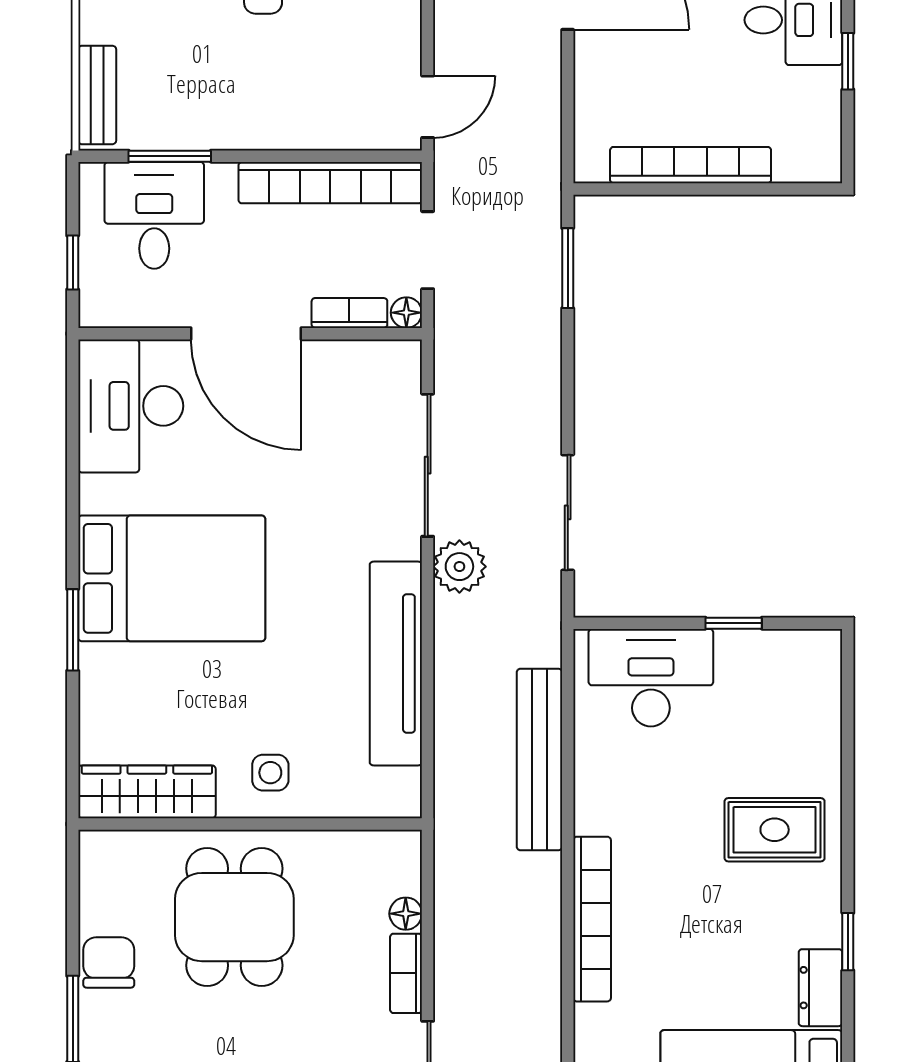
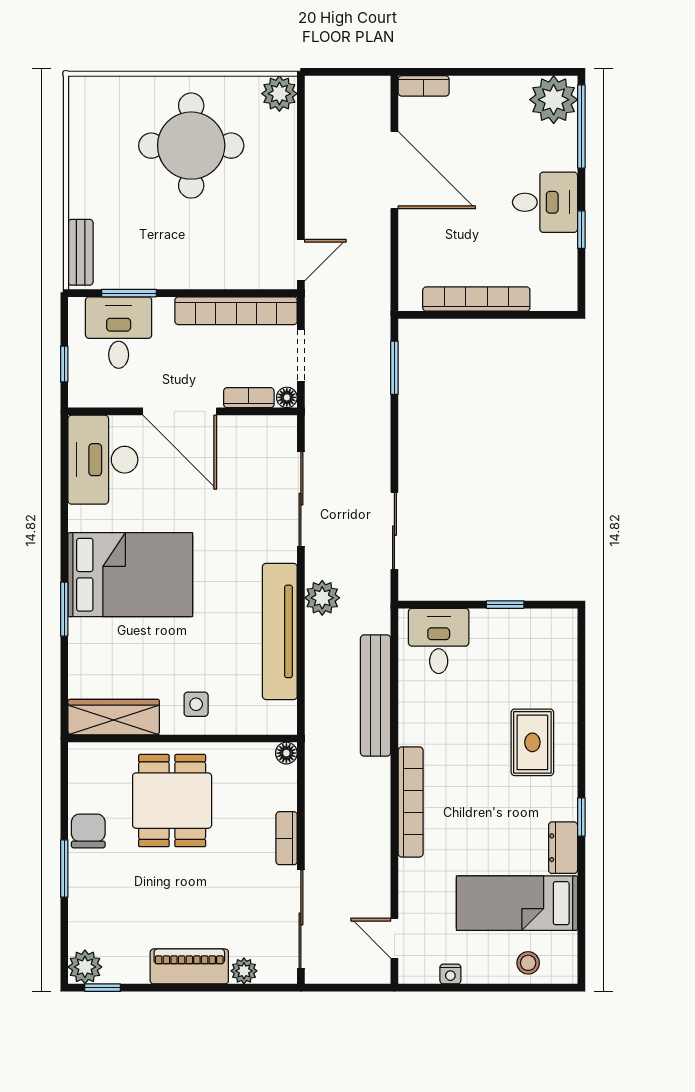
plant: (459, 567) -> (322, 598), moved
desk: (651, 678) -> (439, 641), width x0.73
rug: (775, 830) -> (532, 742), turned 90
floor lamp: (406, 914) -> (286, 753), moved

